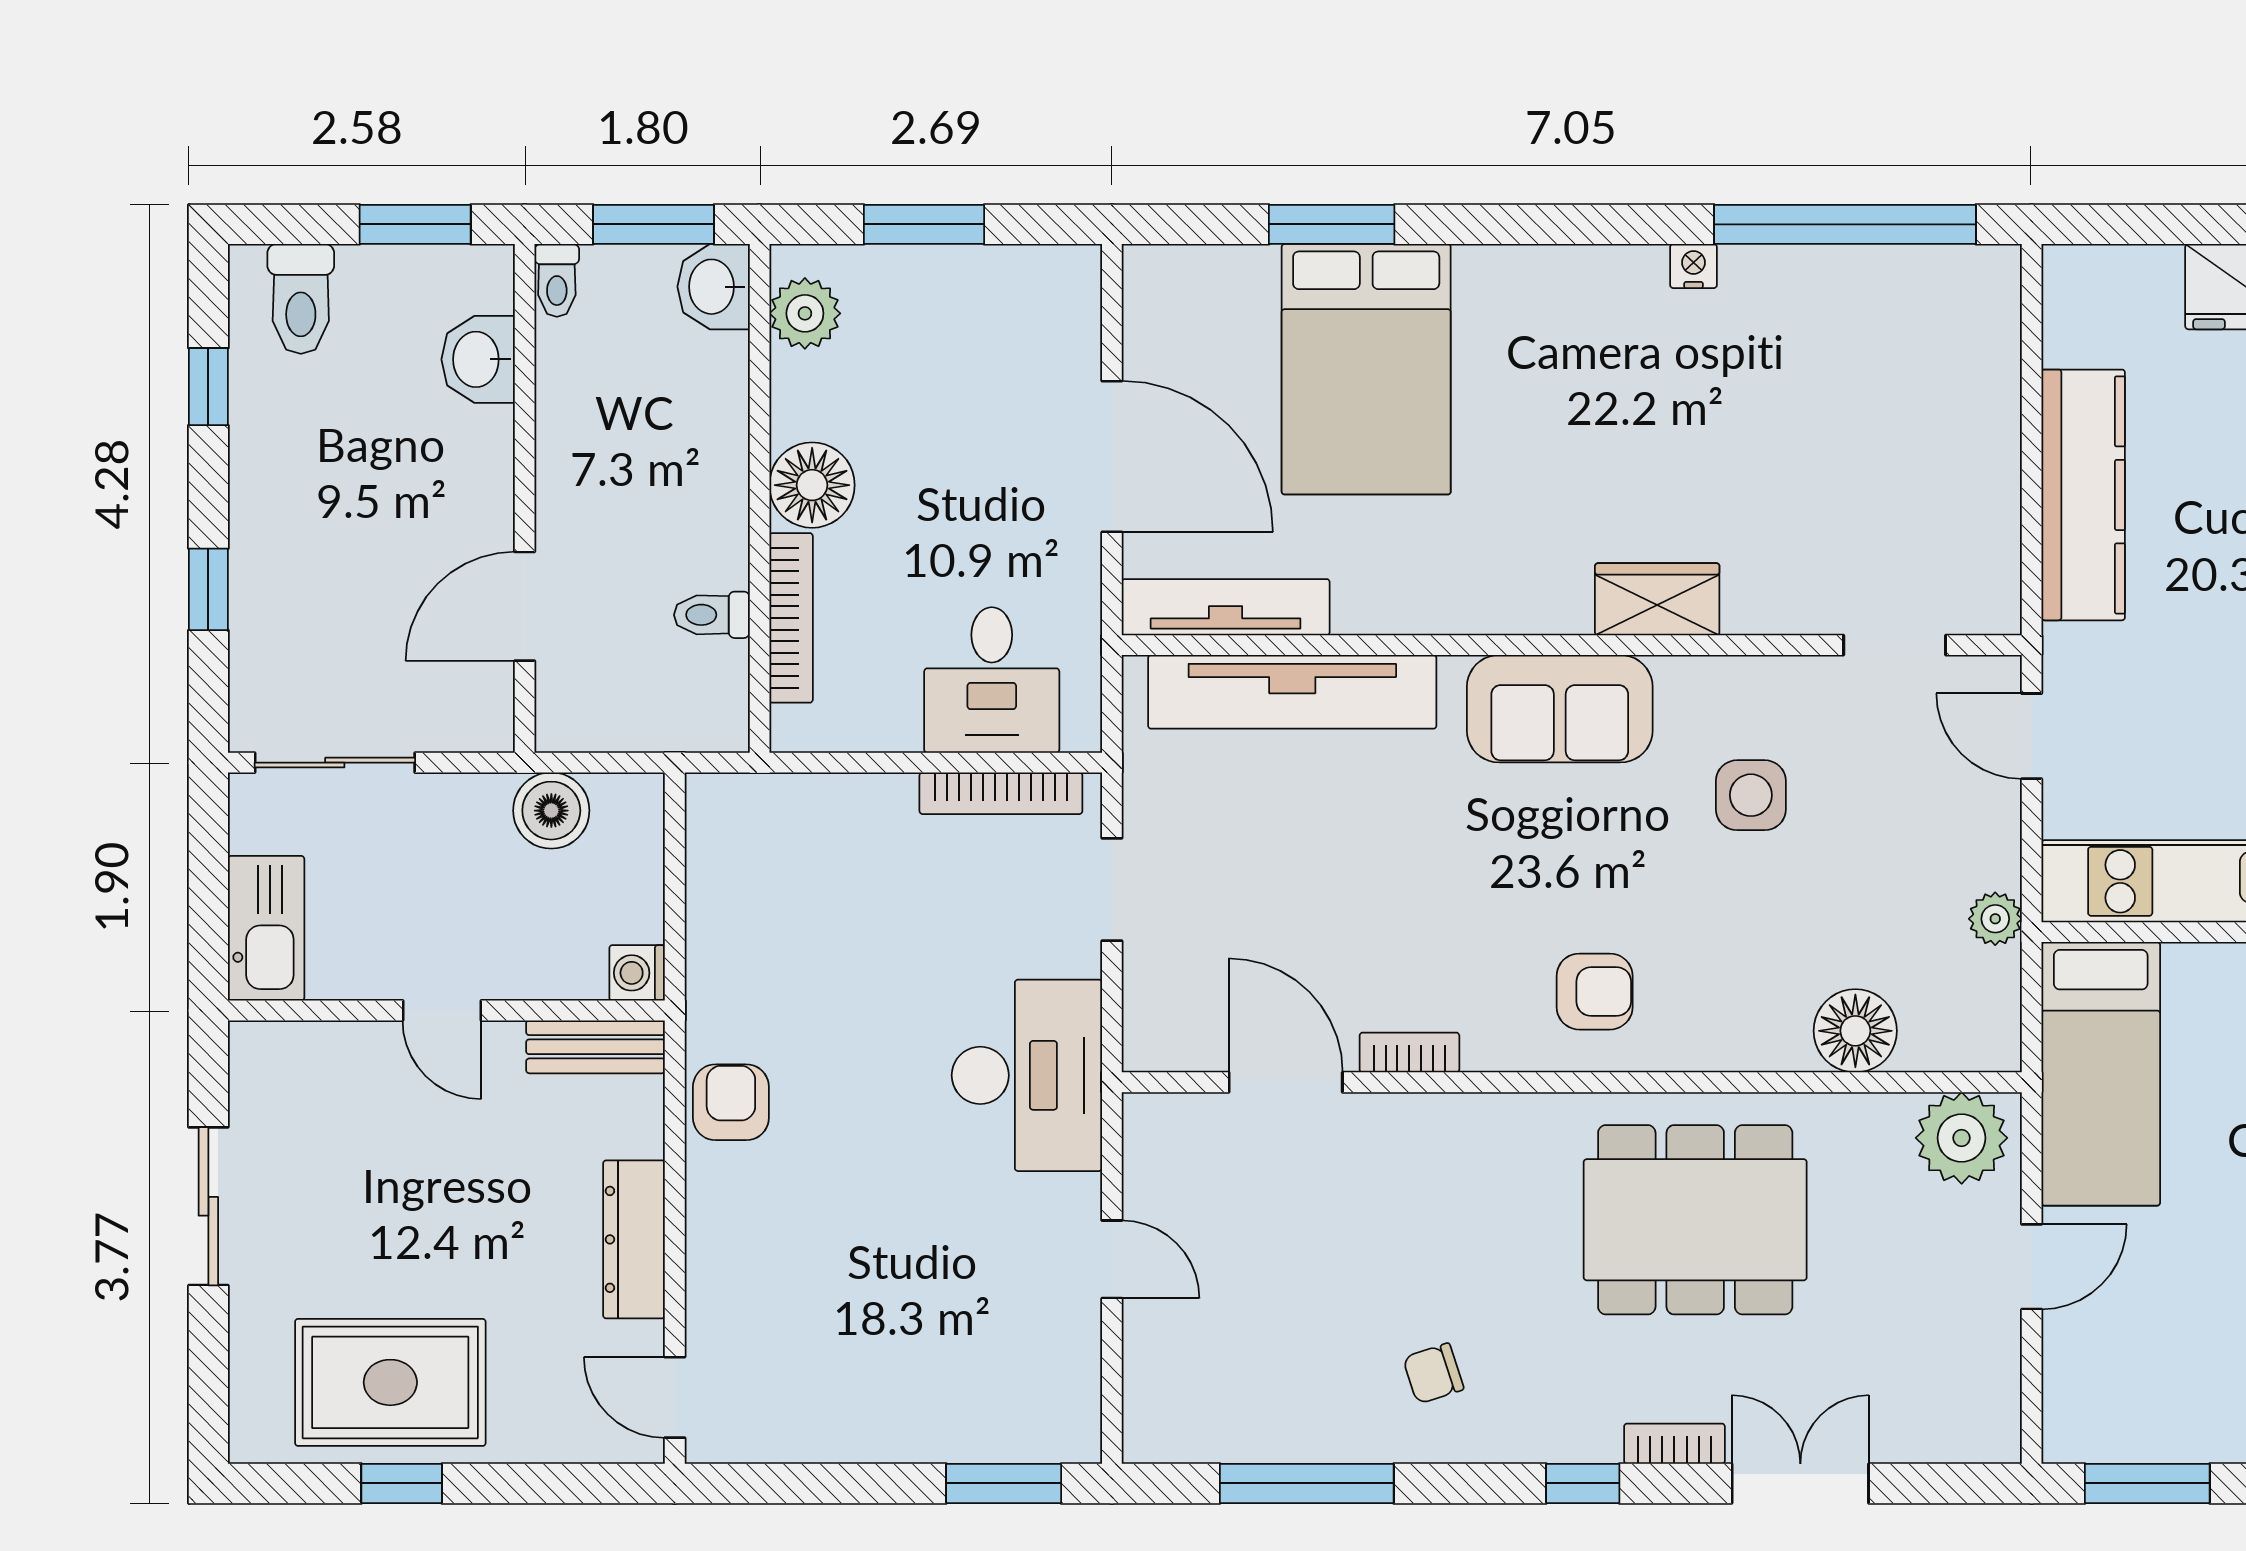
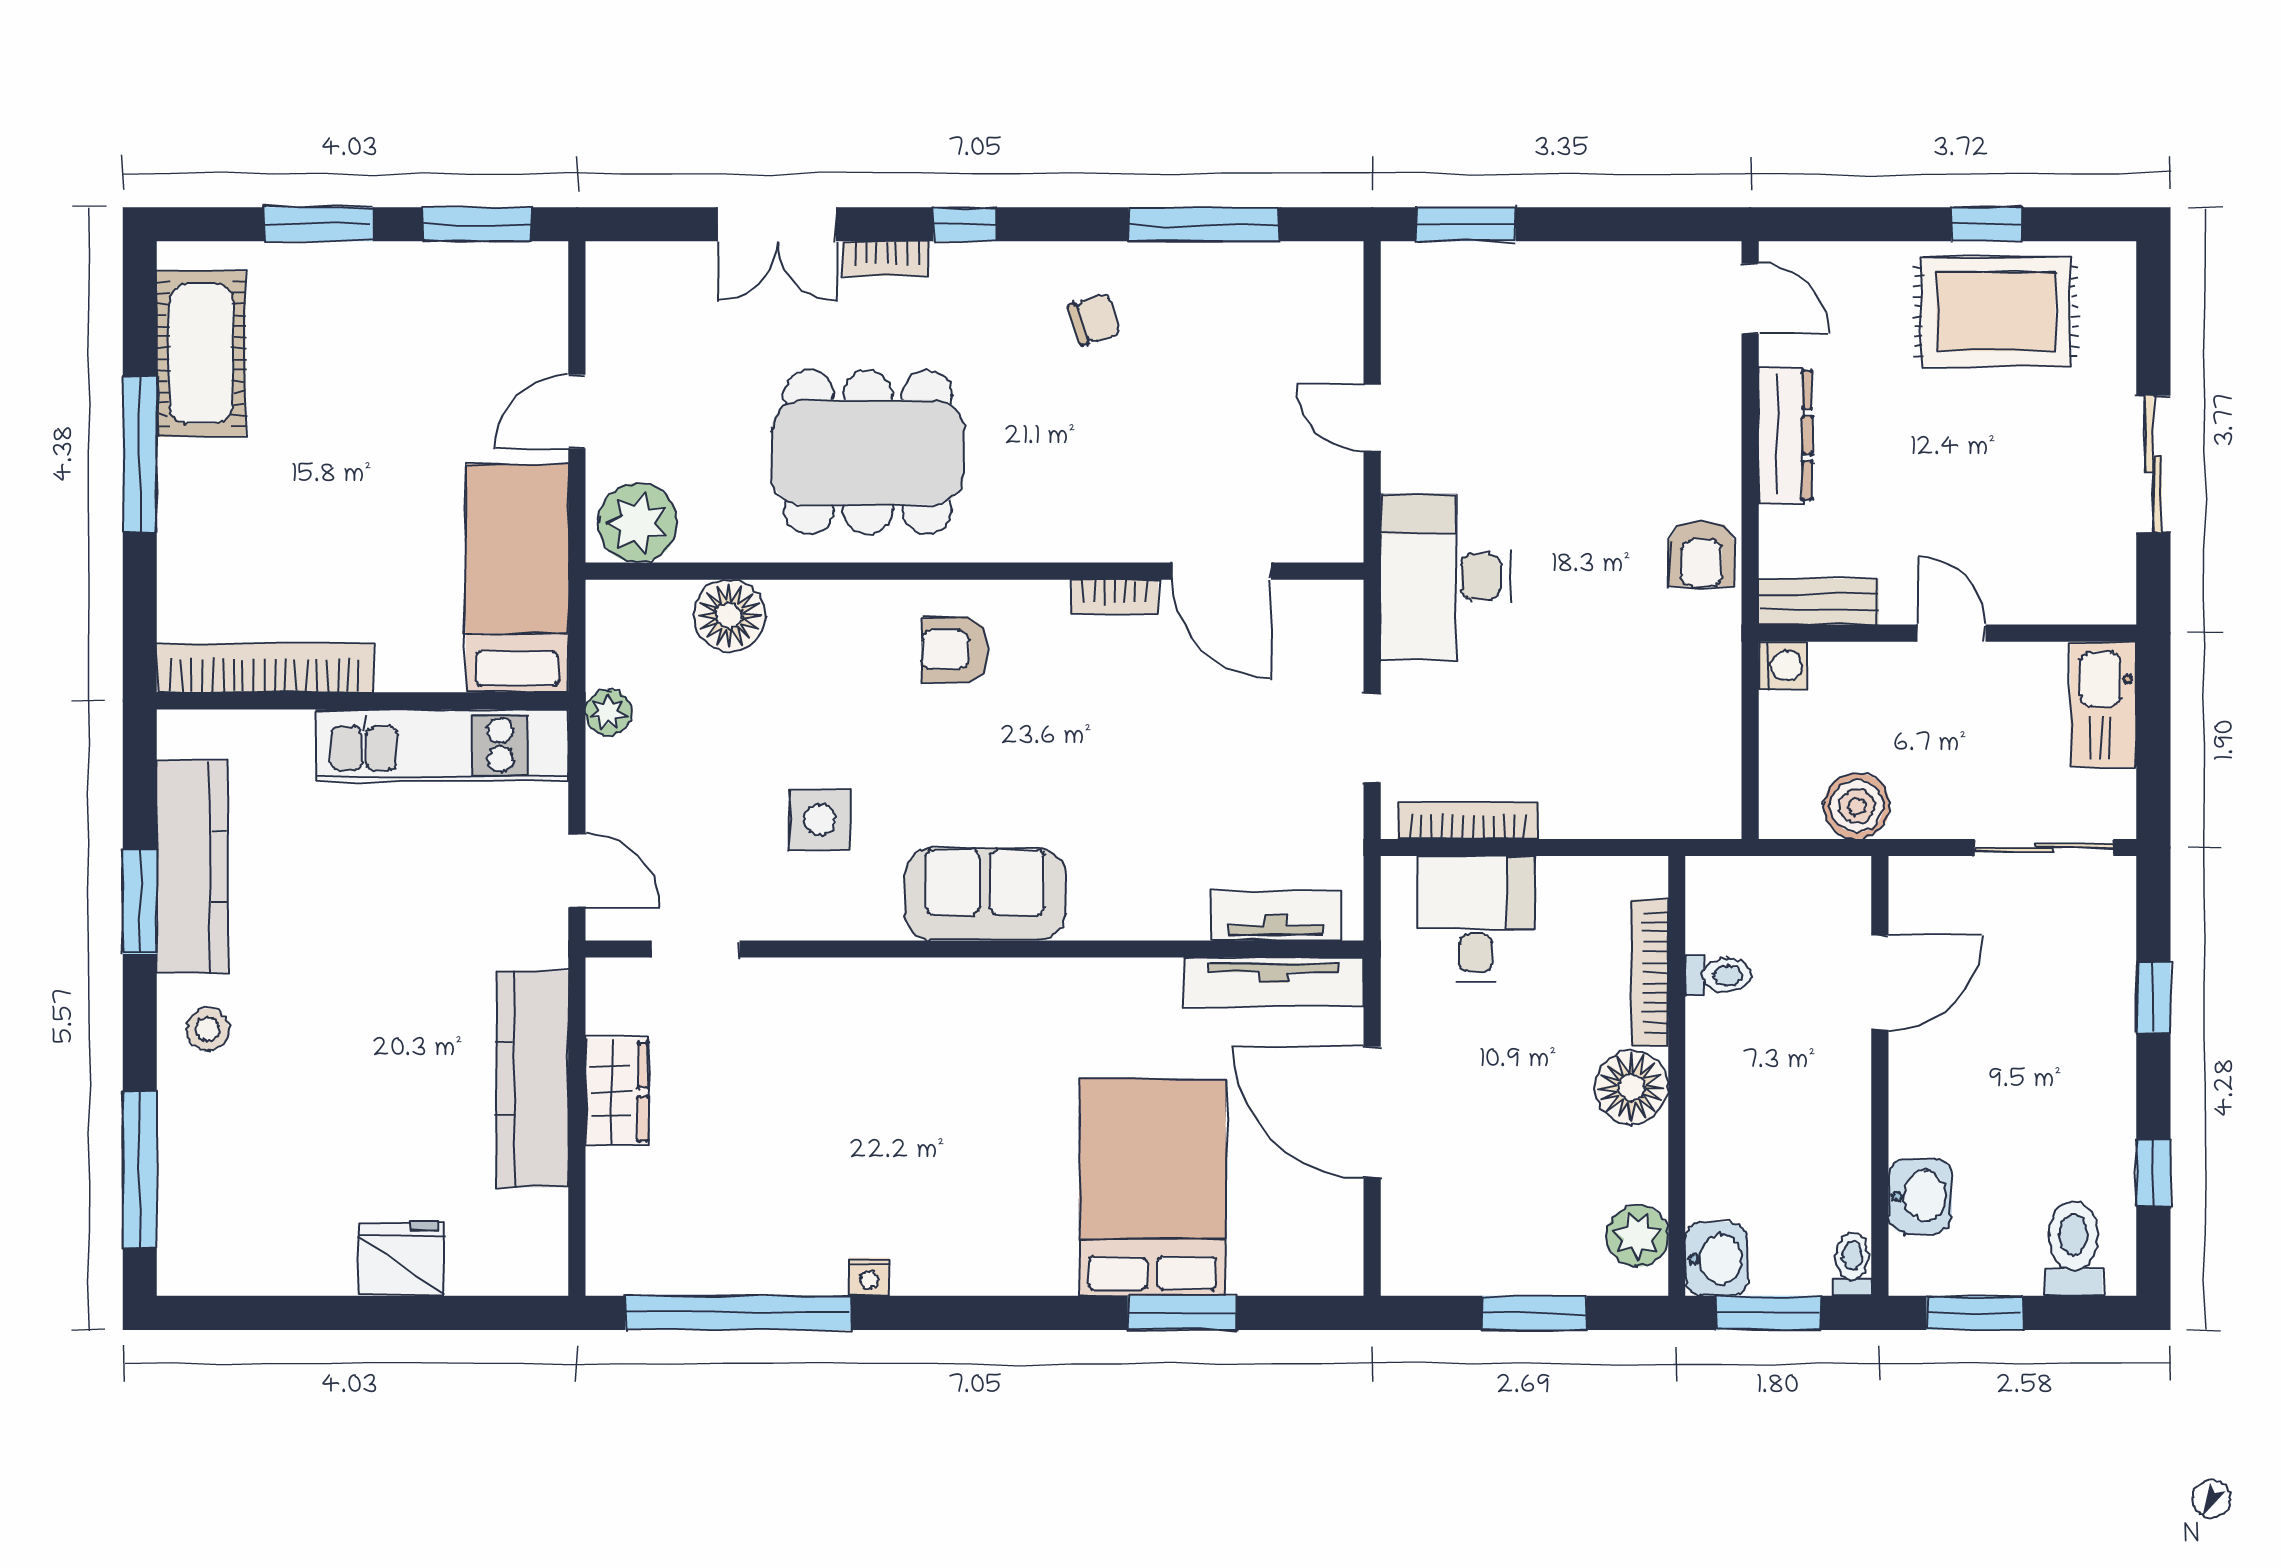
wardrobe: (1657, 599) -> (617, 1092), moved, turned -90
tv unit: (1292, 692) -> (1276, 916), width x0.52, depth x0.78

